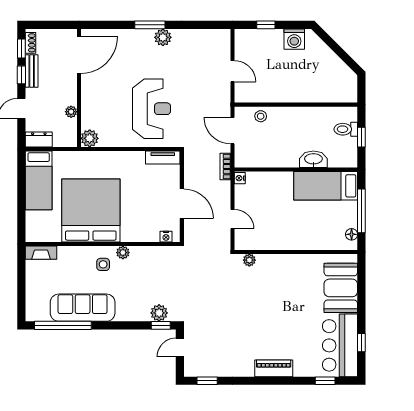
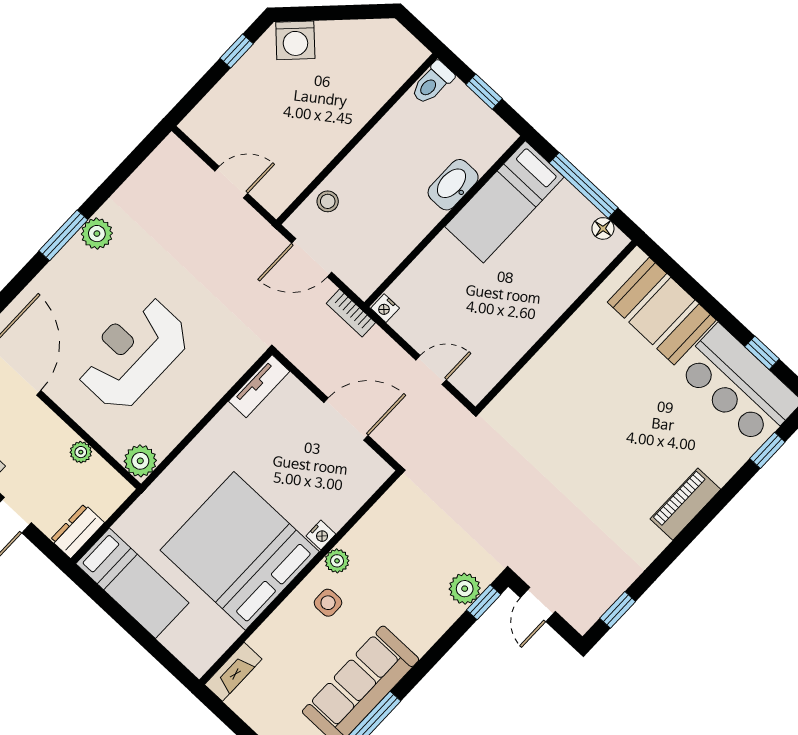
window: (266, 25) -> (237, 51), moved
washing machine: (294, 39) -> (295, 40), moved, turned 45
reception desk: (152, 109) -> (133, 353), moved, turned -90
toilet: (346, 129) -> (432, 83), moved
nightstand: (166, 237) -> (321, 535), moved
plant: (249, 260) -> (508, 399), removed

